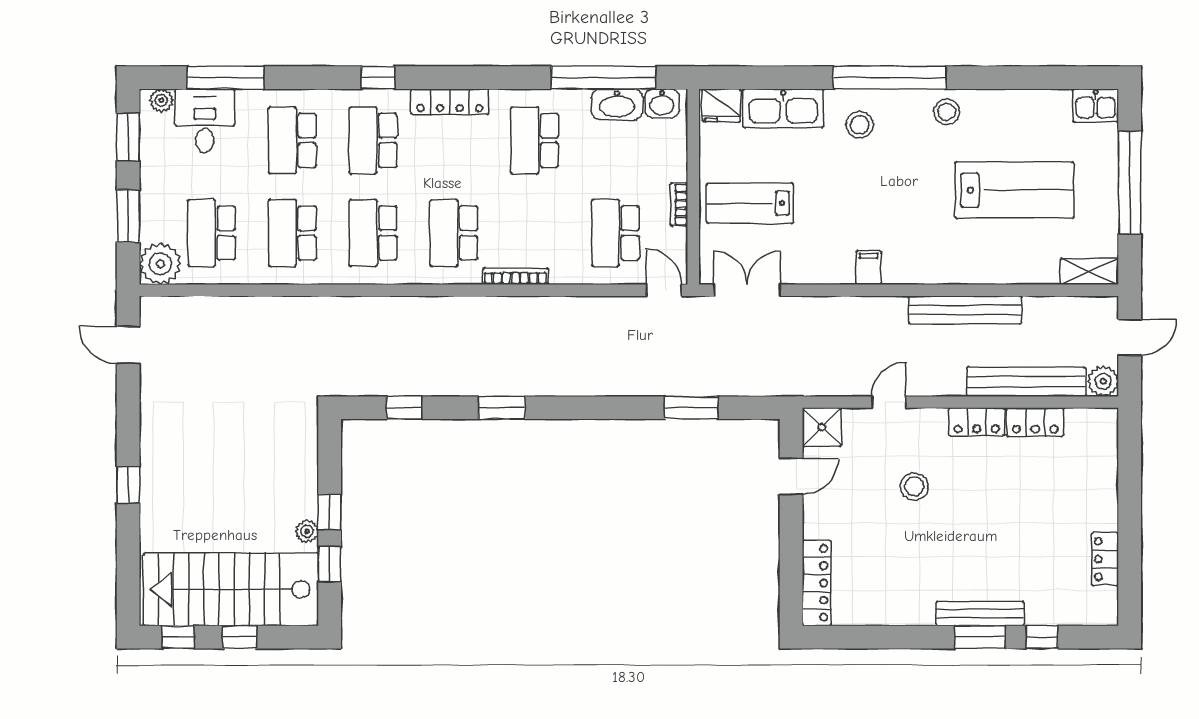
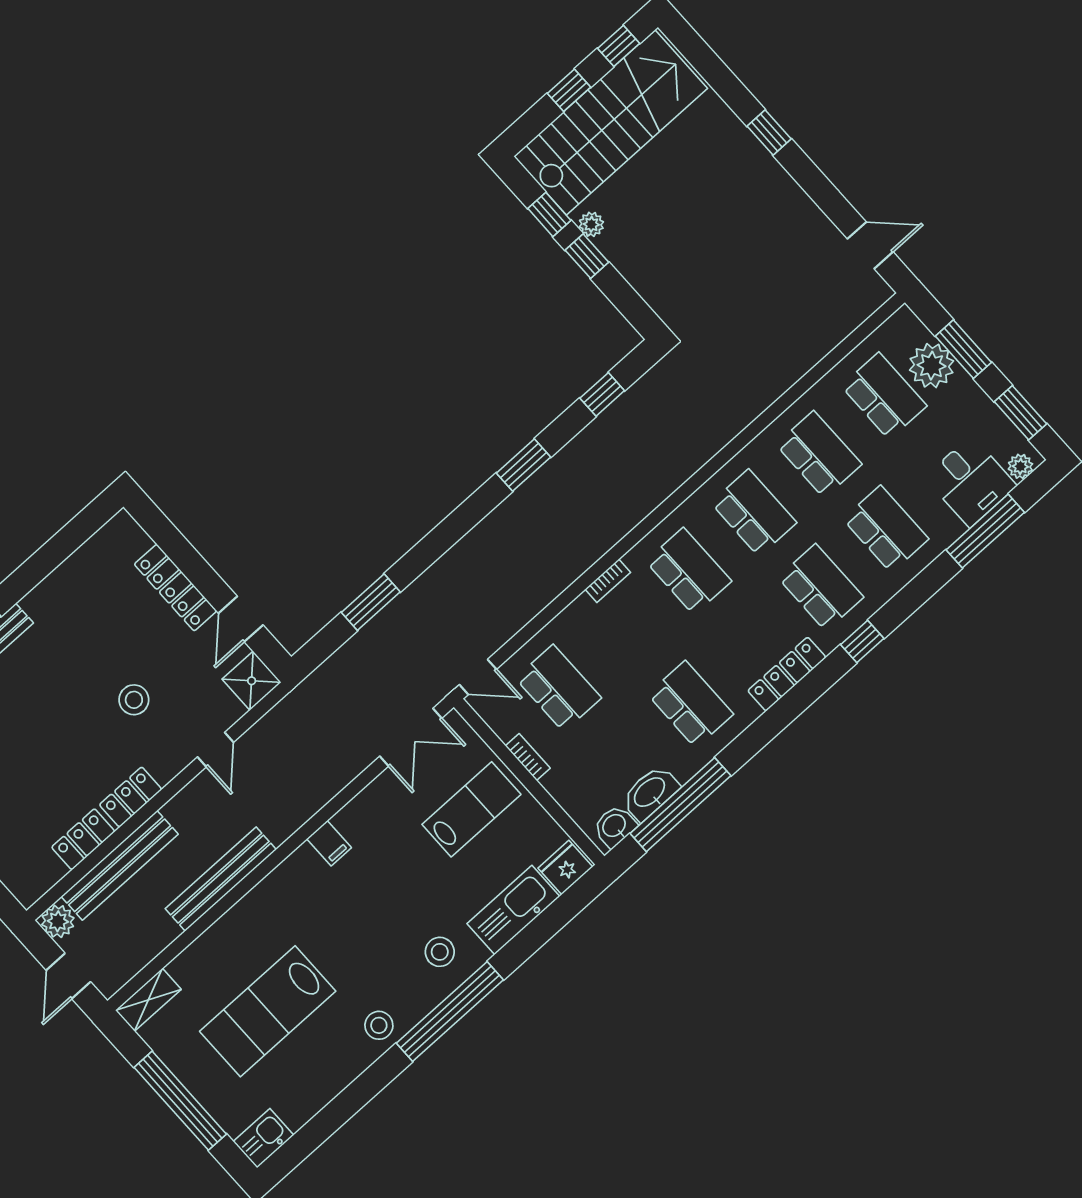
plant: (160, 264) -> (932, 366), moved
bookcase: (515, 276) -> (608, 581), width x0.64
locker: (817, 583) -> (175, 588), moved

